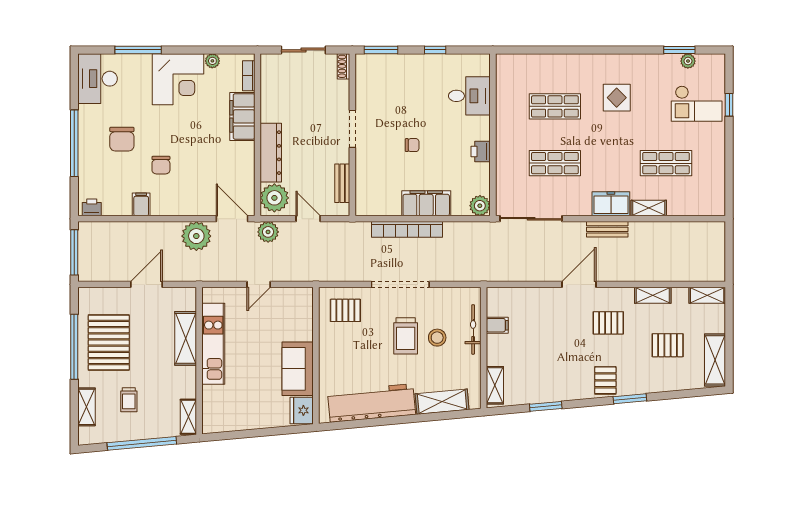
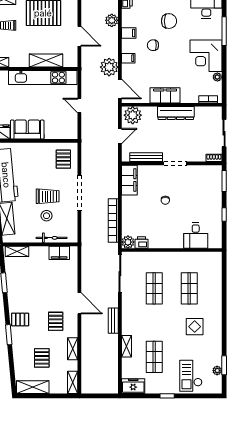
window: (729, 105) -> (167, 396), moved
filing cabinet: (242, 116) -> (165, 95), moved
chair: (122, 139) -> (169, 21), turned 180
printer: (481, 151) -> (142, 243), moved
dresser: (271, 153) -> (176, 113), moved
bench: (342, 183) -> (146, 157), width x1.36
filing cabinet: (426, 203) -> (129, 180), moved
freezer: (611, 204) -> (133, 386), moved, turned -90
filing cabinet: (182, 205) -> (128, 58), added
door: (232, 219) -> (120, 89), hinge flipped
bookcase: (407, 229) -> (113, 220), moved
plant: (268, 232) -> (112, 20), moved
filing cabinet: (497, 325) -> (59, 253), width x2.00
trolley: (406, 336) -> (48, 196), turned 180
kitchen unit: (213, 344) -> (43, 78), width x1.36

